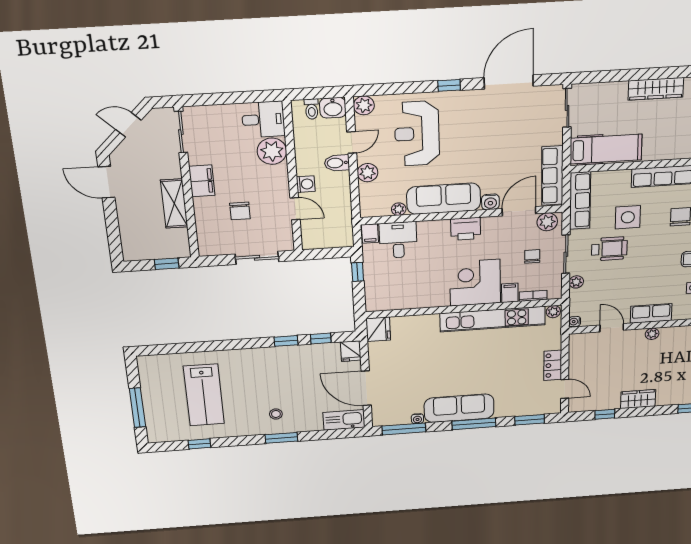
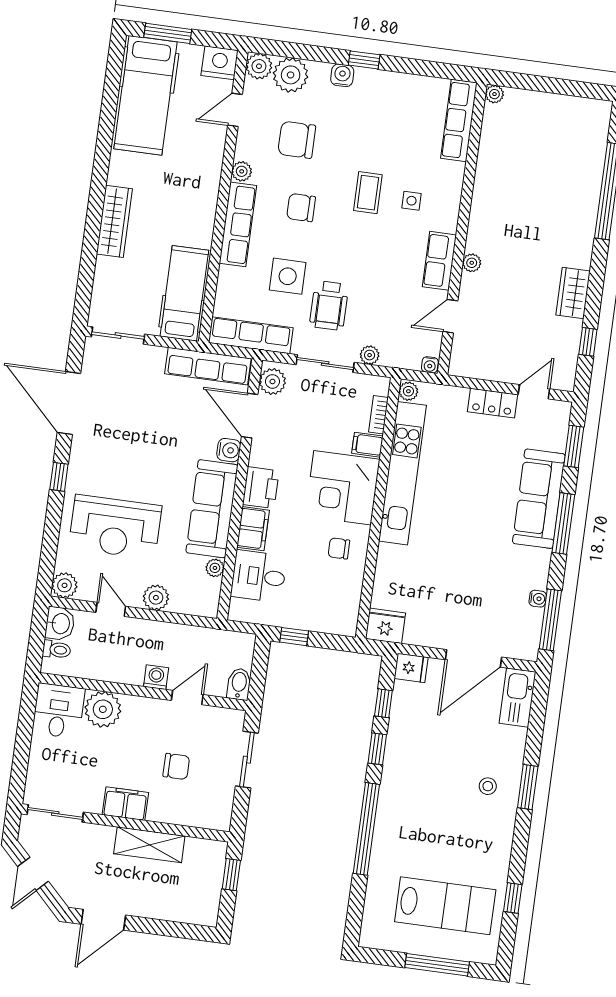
bidet: (337, 163) -> (239, 684), moved, turned 180
filing cabinet: (370, 234) -> (253, 529), moved, width x2.00
wheelchair: (609, 249) -> (329, 306), turned 180
chair: (532, 256) -> (339, 548), moved
window: (225, 345) -> (366, 829), added
lab bench: (204, 395) -> (445, 906), moved
sofa: (459, 408) -> (539, 499), moved

